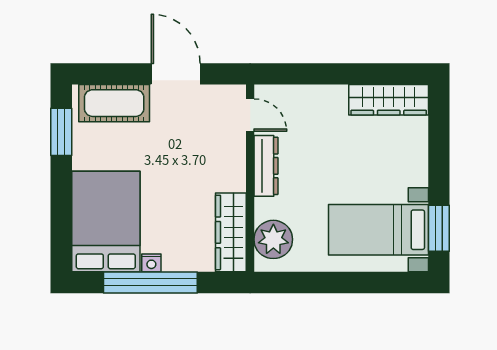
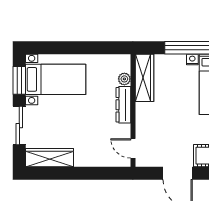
sliding door: (439, 153) -> (19, 126), added
dresser: (266, 166) -> (123, 105), moved
plant: (273, 239) -> (124, 79), width x0.53, depth x0.53

